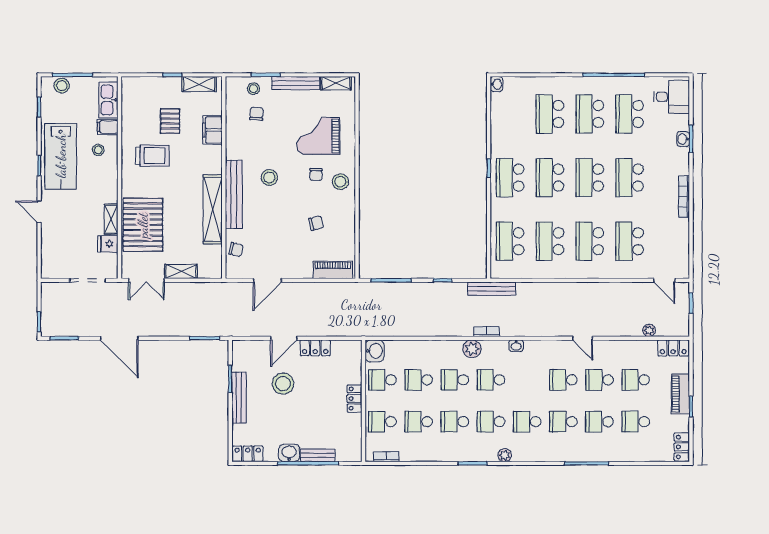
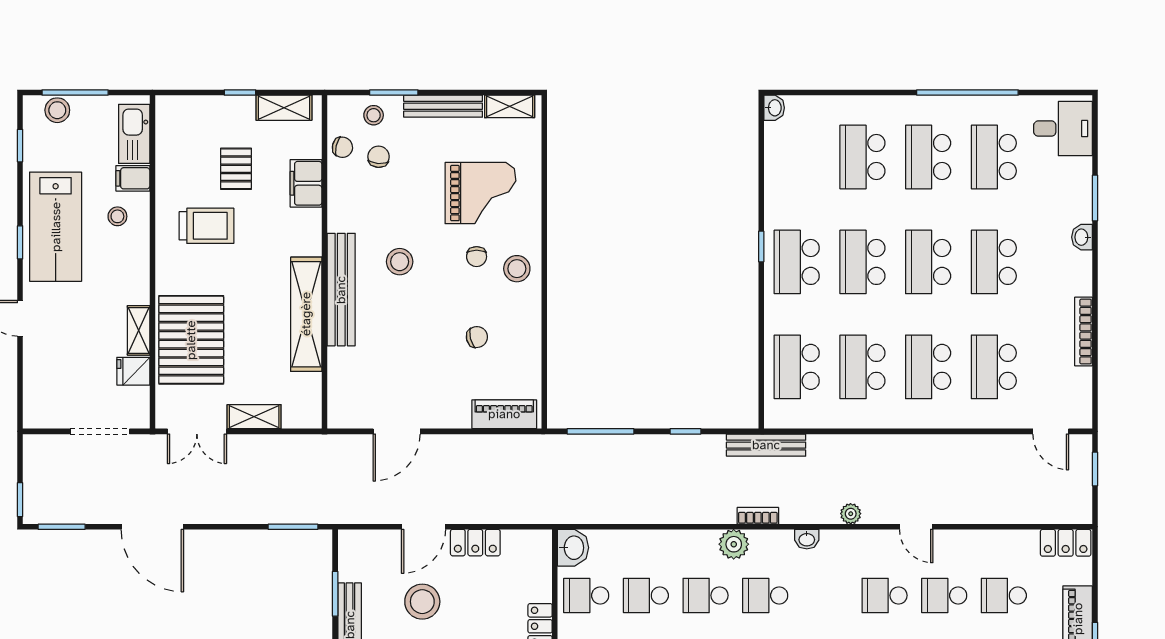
grand piano: (318, 136) -> (480, 193), turned 180
washbasin: (683, 139) -> (1082, 237), moved
bookcase: (684, 197) -> (1083, 332), moved
chair: (236, 250) -> (342, 147), moved
plant: (649, 330) -> (851, 514), moved

